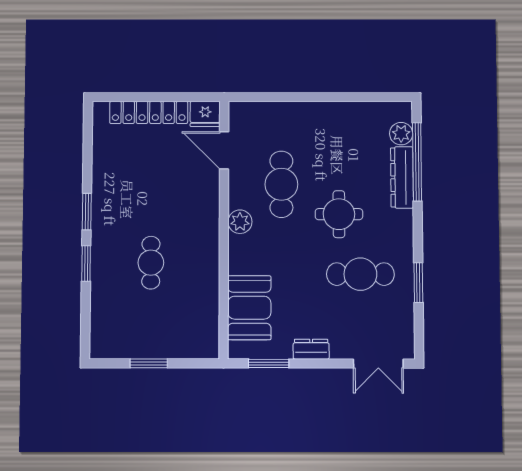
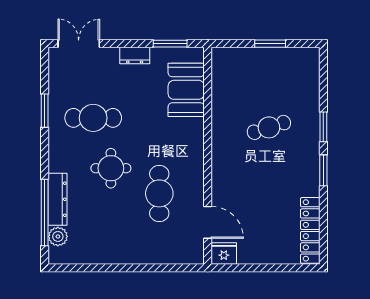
locker: (149, 112) -> (310, 230), moved, turned -90
plant: (240, 222) -> (194, 162), removed
cafe table: (151, 263) -> (269, 127), turned 72

